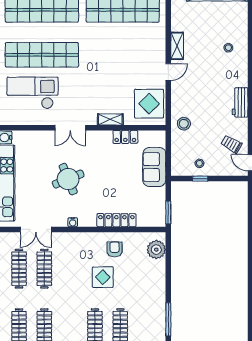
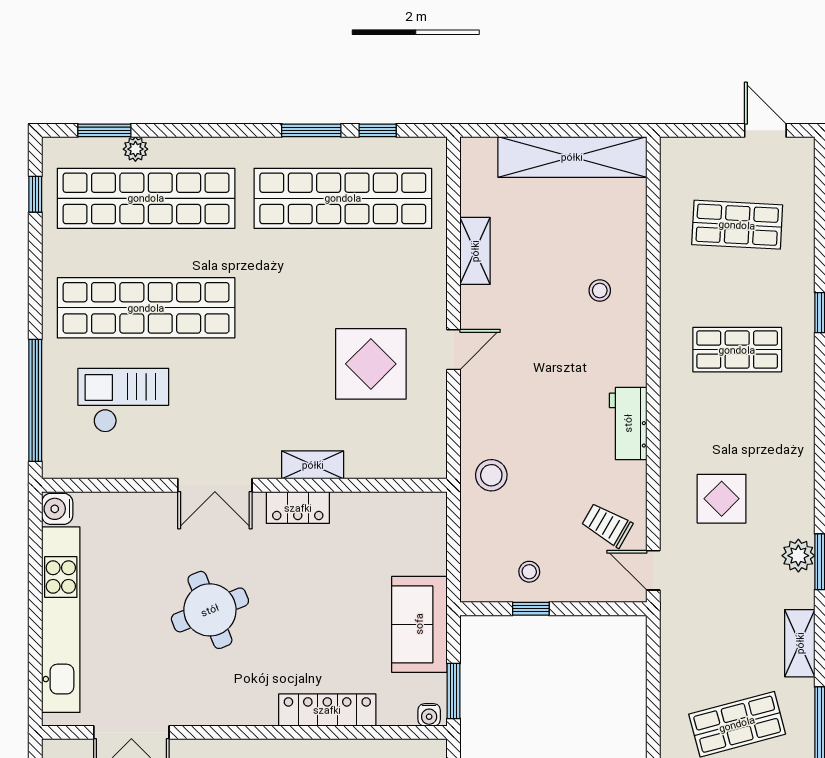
shelving: (177, 46) -> (475, 251), moved
checkout: (33, 93) -> (123, 400), width x0.73, depth x0.83
display table: (149, 104) -> (371, 364), moved
locker: (125, 137) -> (298, 508), moved
sofa: (154, 167) -> (419, 624), moved
water cooler: (73, 222) -> (429, 715), moved

